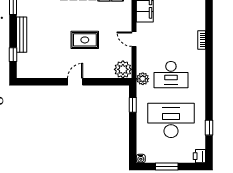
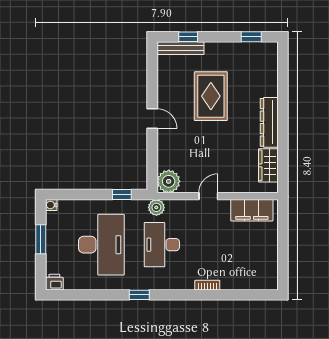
bench: (22, 35) -> (180, 48), moved
rug: (85, 40) -> (211, 96), moved, width x1.36, depth x1.43
window: (209, 128) -> (139, 295), moved

